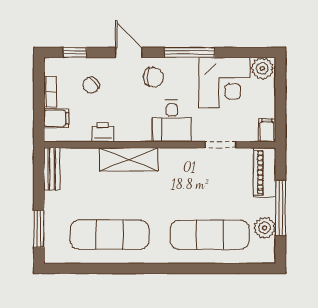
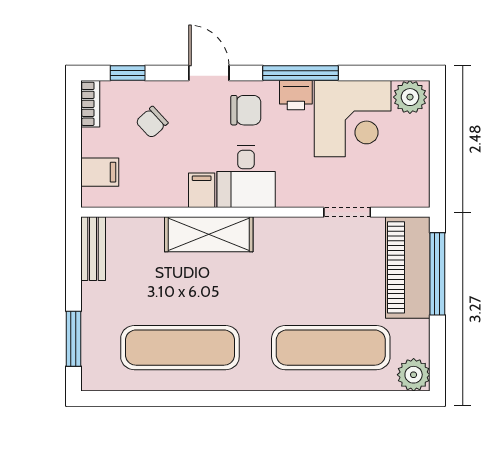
bookcase: (50, 92) -> (90, 104), moved
desk: (172, 121) -> (246, 176), moved
filing cabinet: (267, 130) -> (202, 190), moved
printer: (103, 132) -> (296, 95), moved, turned 180
piano: (264, 172) -> (408, 267), width x1.37, depth x1.33
window: (280, 208) -> (437, 274), moved
plant: (265, 228) -> (414, 375), moved

